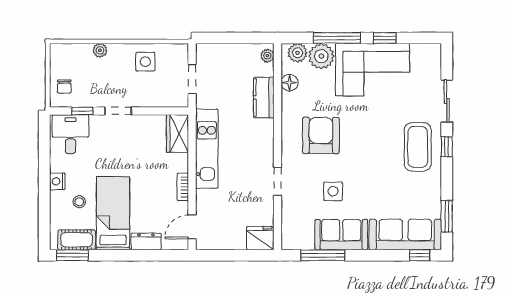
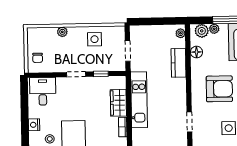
plant: (321, 56) -> (214, 29), width x0.53, depth x0.53
window: (82, 111) -> (101, 74), moved
wardrobe: (177, 134) -> (118, 103), moved
armchair: (321, 135) -> (219, 89), turned 90

